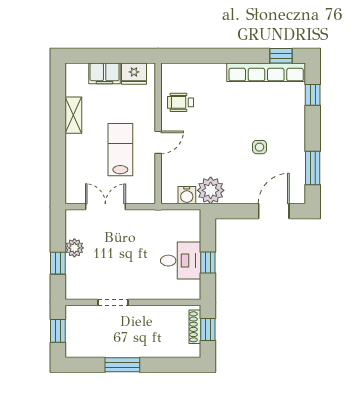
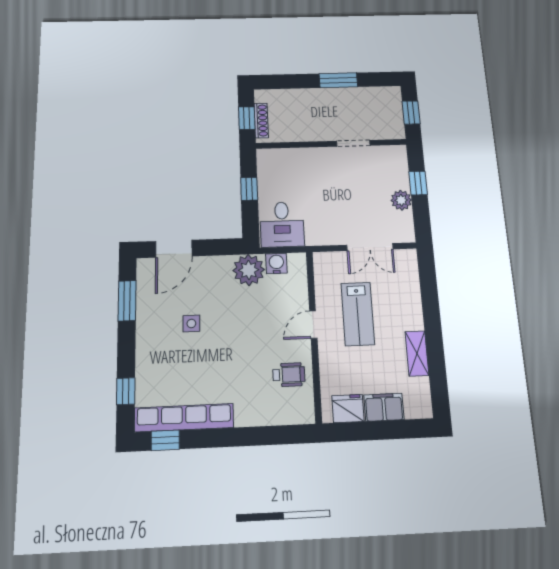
desk: (181, 261) -> (282, 224), moved, turned -90

